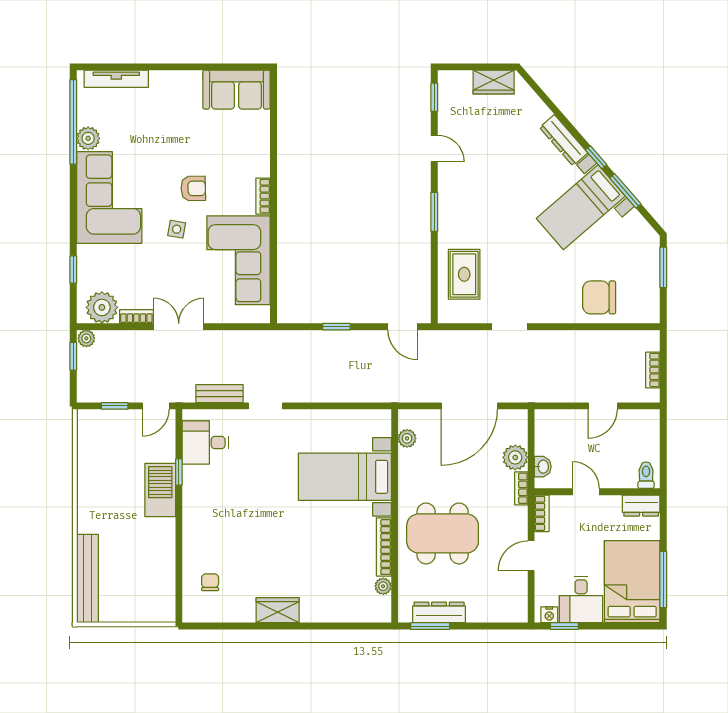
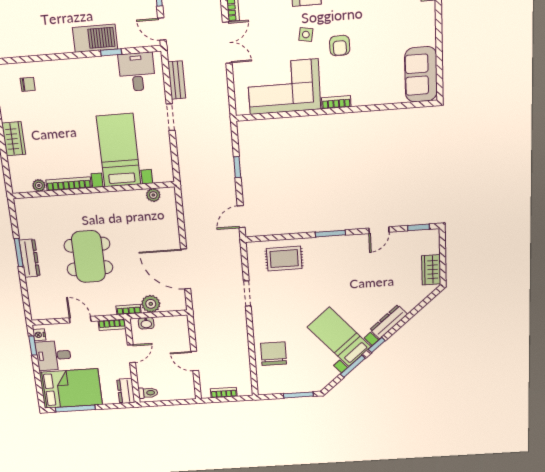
plant: (407, 438) -> (153, 195), moved
bed with nightstands: (345, 477) -> (119, 150), moved
wall: (395, 516) -> (93, 190), moved
bookcase: (384, 547) -> (69, 184), moved
plant: (383, 586) -> (39, 185), moved

